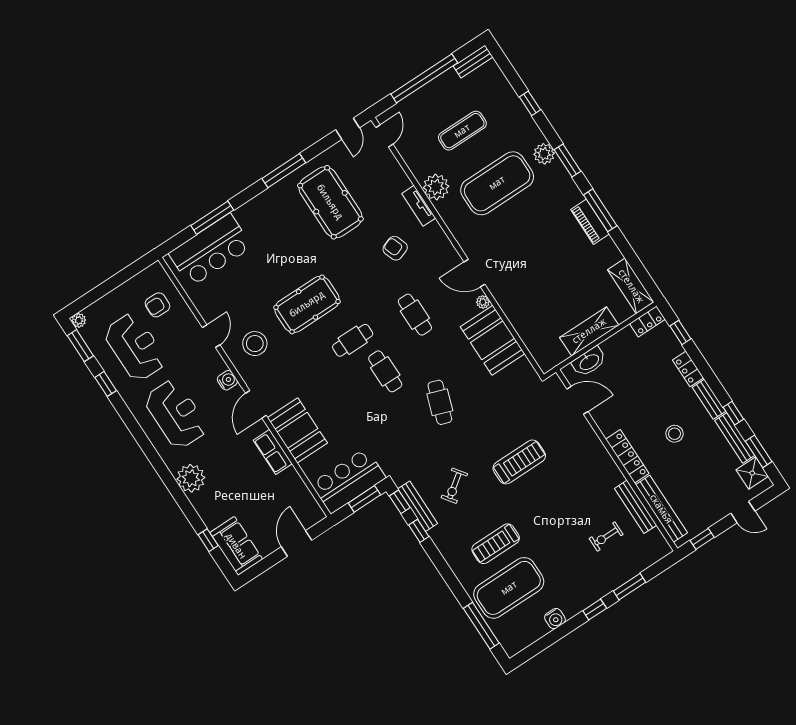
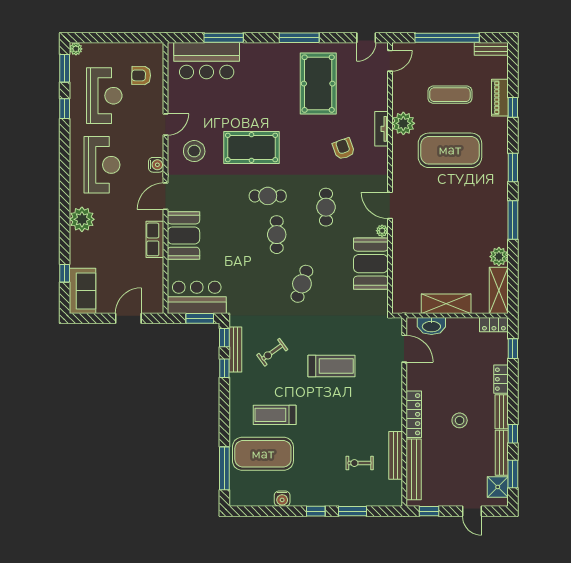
plant: (544, 154) -> (499, 257), moved
piano: (590, 222) -> (500, 98), moved

